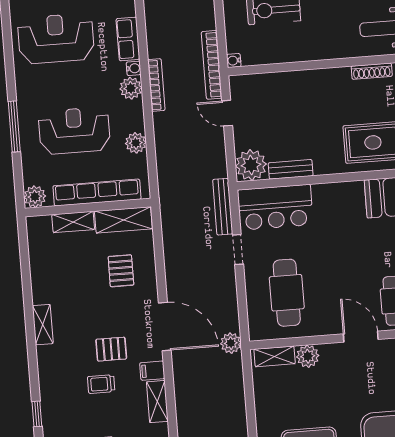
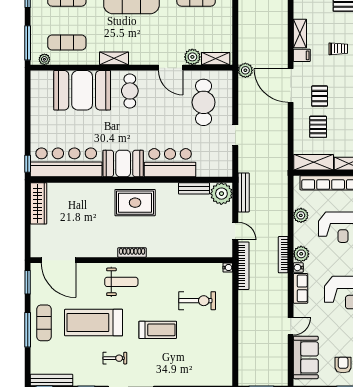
bench: (223, 207) -> (244, 192), moved
bar counter: (275, 207) -> (170, 163), moved
door: (361, 337) -> (171, 68), moved
pallet: (111, 349) -> (320, 96), moved, turned 90

